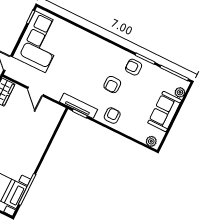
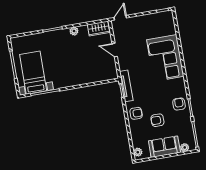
corner sofa: (40, 42) -> (165, 58), moved, turned 90
armchair: (112, 85) -> (157, 120), moved
door: (35, 92) -> (115, 50), hinge flipped

